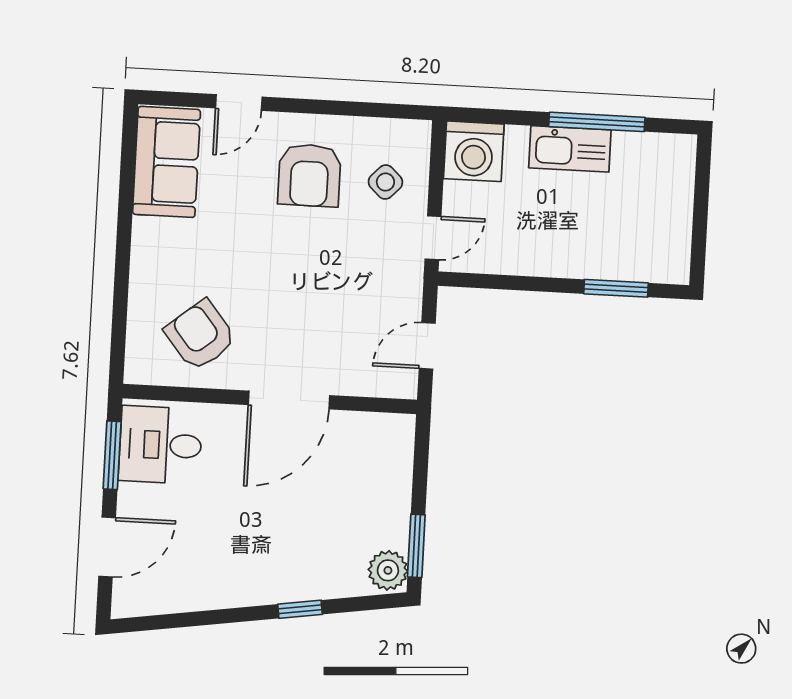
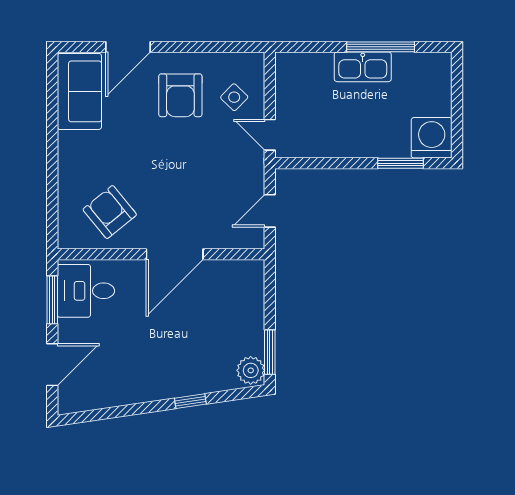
door: (239, 103) -> (128, 47), width x1.38
washing machine: (474, 151) -> (432, 138), moved, turned 180
door: (433, 238) -> (270, 135), swing flipped

